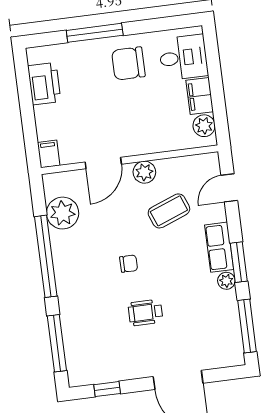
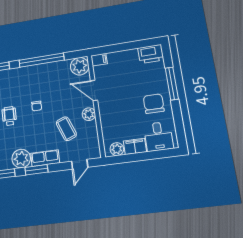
printer: (44, 84) -> (151, 54), moved
door: (229, 188) -> (80, 164), swing flipped
plant: (63, 213) -> (80, 66), moved
plant: (226, 281) -> (21, 159), width x1.88, depth x1.88

